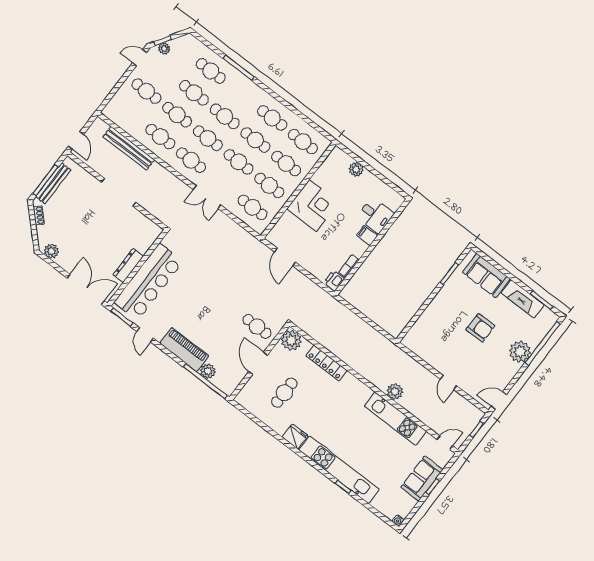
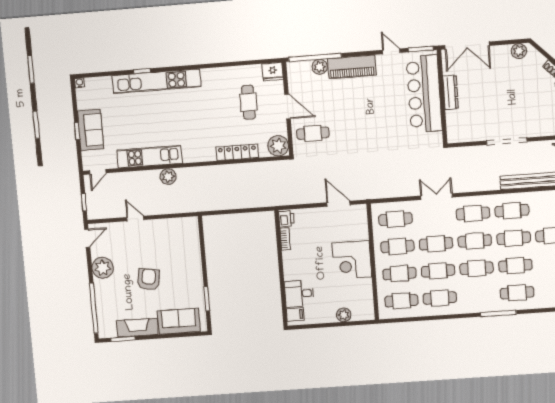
filing cabinet: (367, 235) -> (295, 314), moved
armchair: (480, 328) -> (149, 279), turned 99
plant: (520, 352) -> (103, 268), moved
fridge: (295, 437) -> (273, 72), moved

